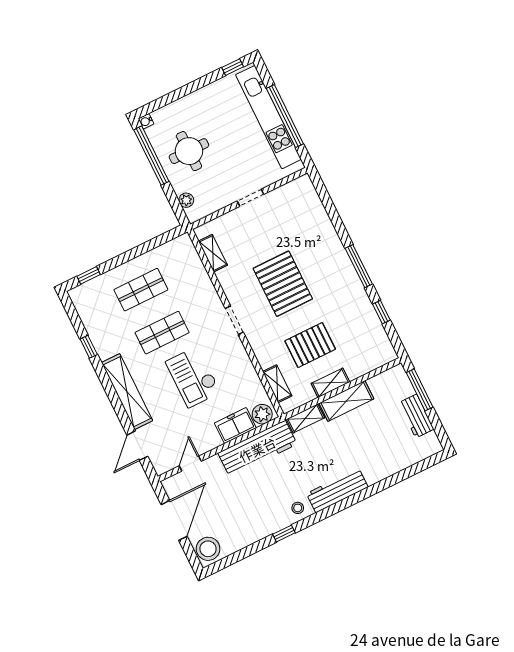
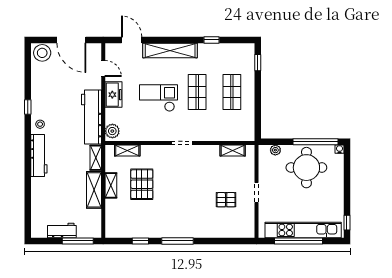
round table: (189, 151) -> (306, 168), width x1.36, depth x1.36
pallet: (283, 284) -> (226, 200), moved, width x0.49, depth x0.50
freezer: (235, 425) -> (113, 95), moved

